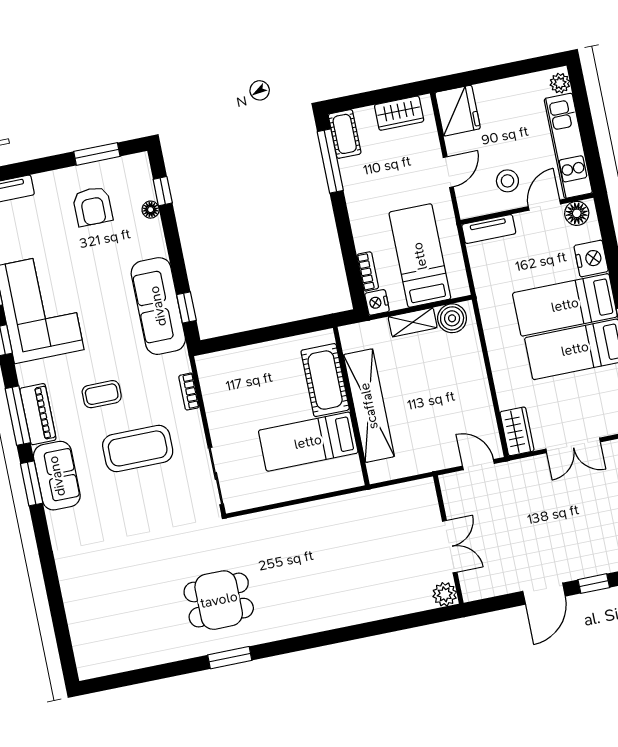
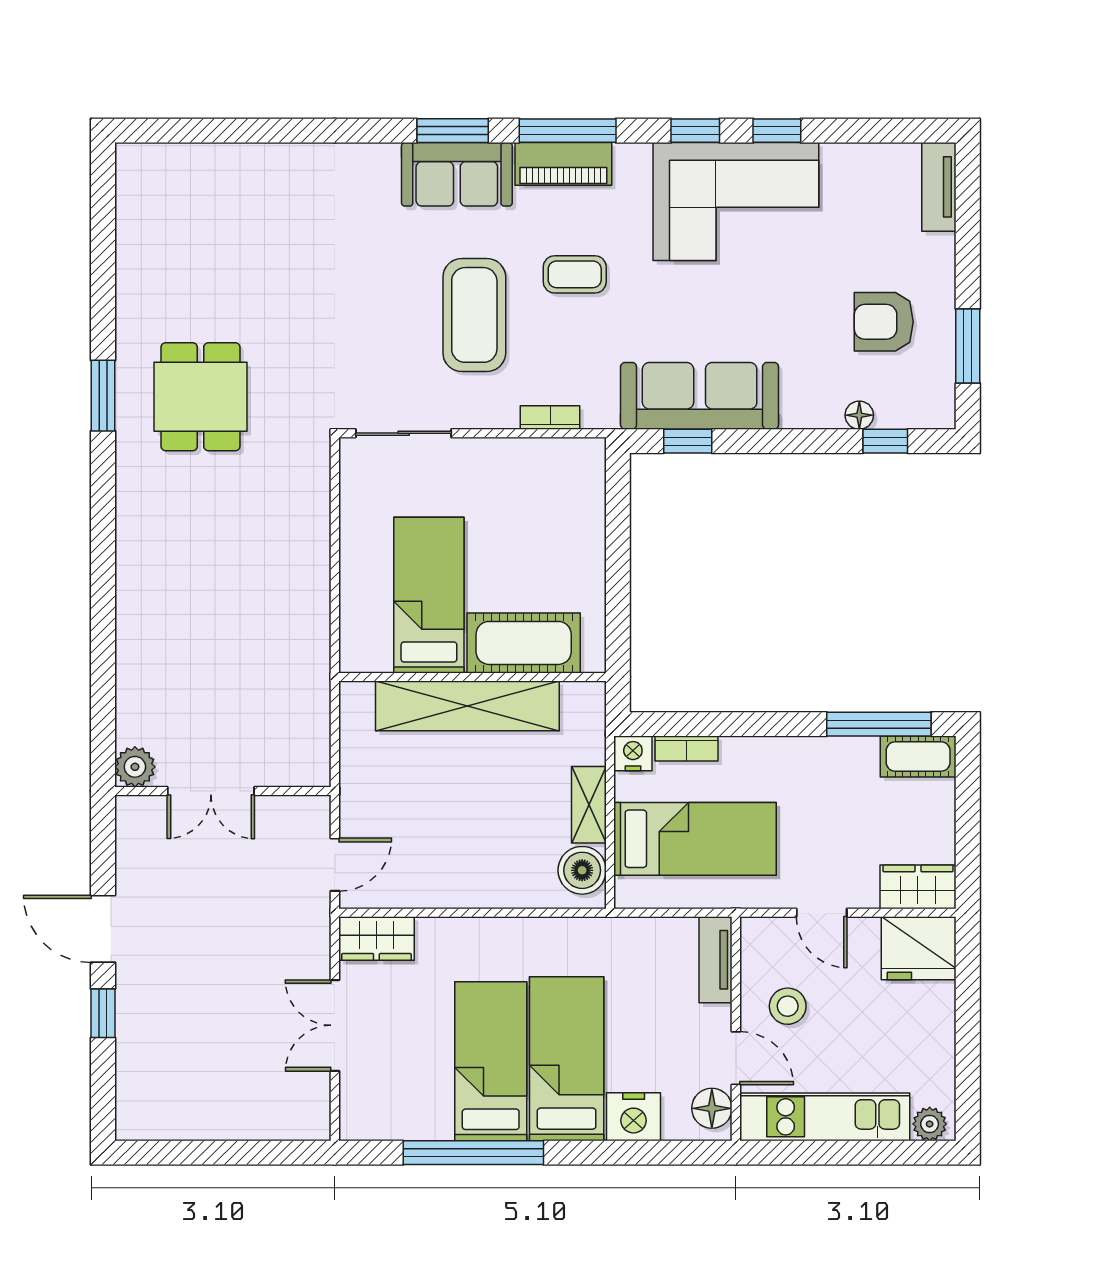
wardrobe: (399, 113) -> (918, 887), moved, turned 90
coffee table: (102, 394) -> (575, 274), turned 90

